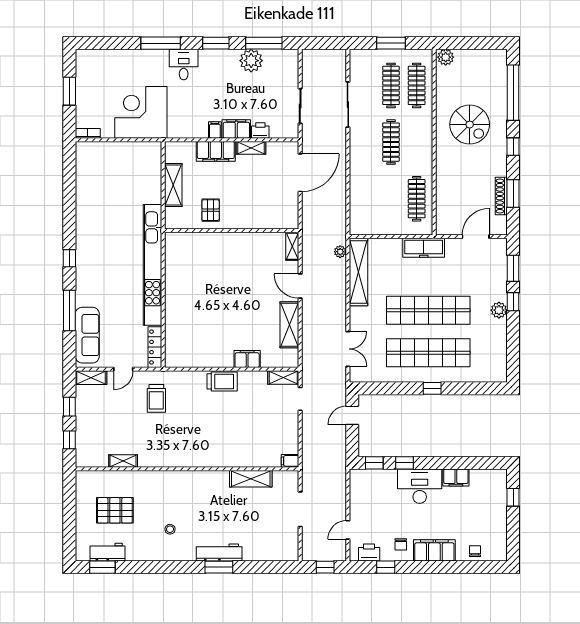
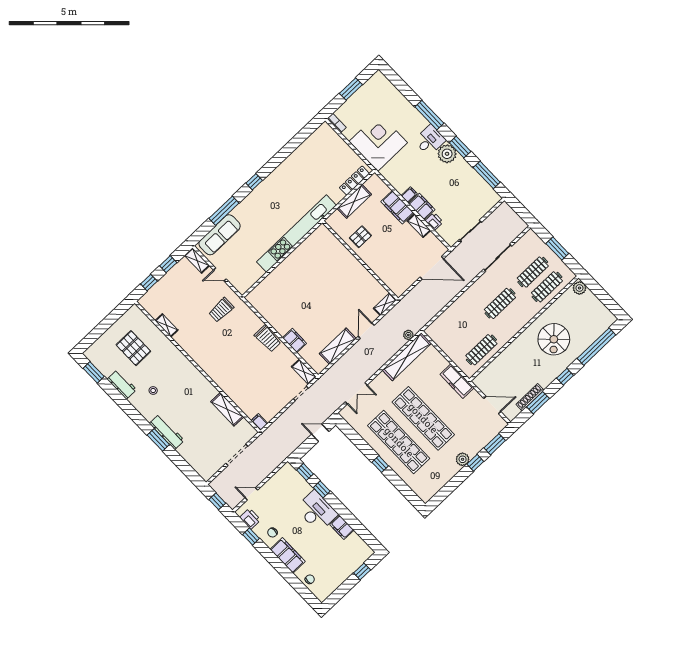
plant: (251, 61) -> (447, 154), moved
locker: (155, 347) -> (354, 181), moved
workbench: (108, 552) -> (122, 384), moved

